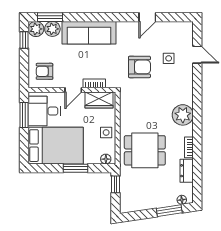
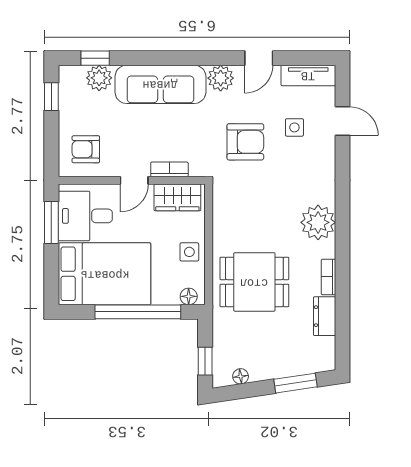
window: (50, 17) -> (95, 58), width x0.67
tv unit: (177, 27) -> (308, 75), added
plant: (36, 29) -> (221, 78), moved
window: (75, 168) -> (138, 312), width x2.11
window: (116, 184) -> (205, 361), moved
floor lamp: (182, 200) -> (241, 376), moved

